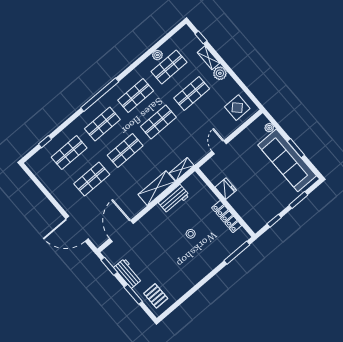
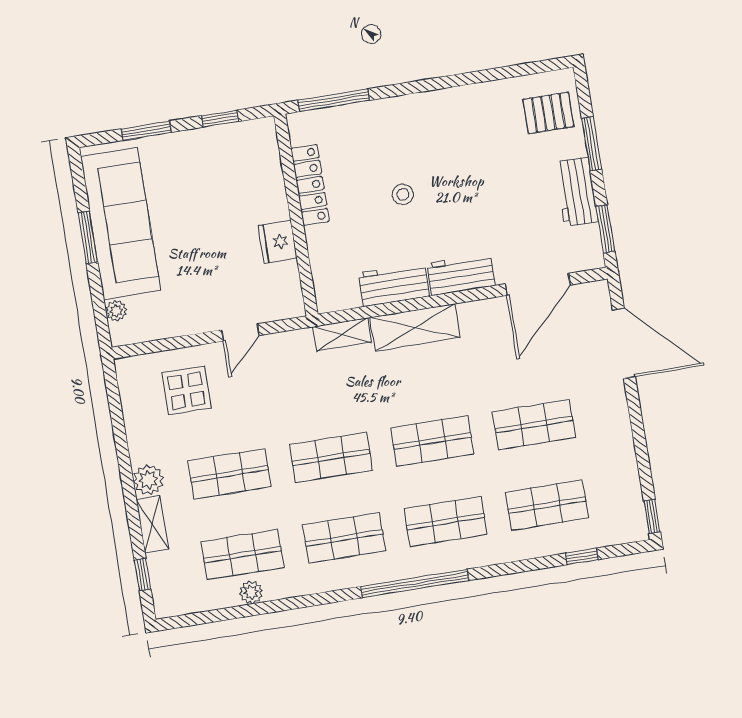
display table: (237, 108) -> (187, 391), moved
window: (28, 172) -> (652, 516), added
workbench: (152, 218) -> (461, 274), added
pallet: (156, 296) -> (548, 113), turned 90

